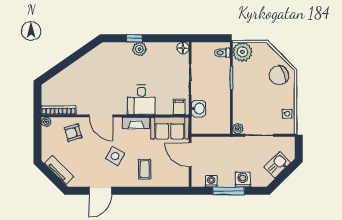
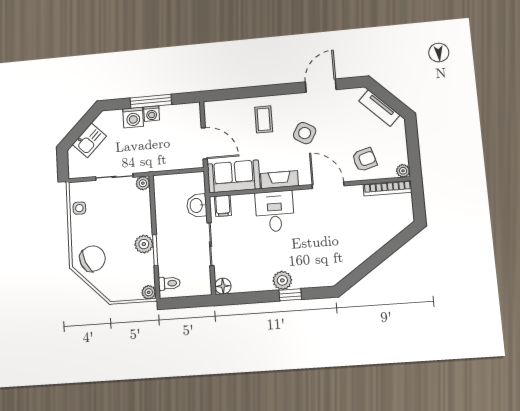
plant: (242, 52) -> (149, 292), width x0.53, depth x0.53
plant: (240, 83) -> (144, 244), added
washing machine: (211, 181) -> (152, 114), moved

